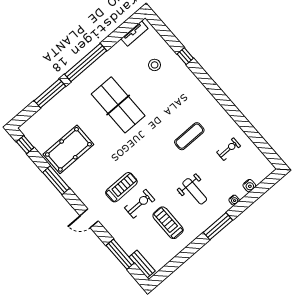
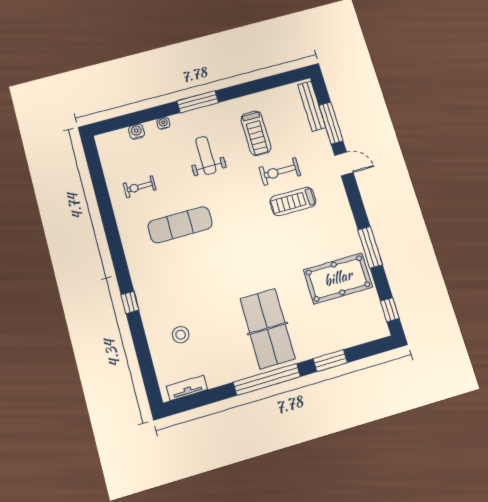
window: (185, 56) -> (130, 302), moved
window: (50, 93) -> (330, 361), width x0.69
table tennis table: (118, 105) -> (268, 329), moved
exercise mat: (189, 136) -> (180, 225), width x1.36, depth x1.45
door: (89, 218) -> (344, 164), moved
bench: (142, 264) -> (312, 106), width x1.36

